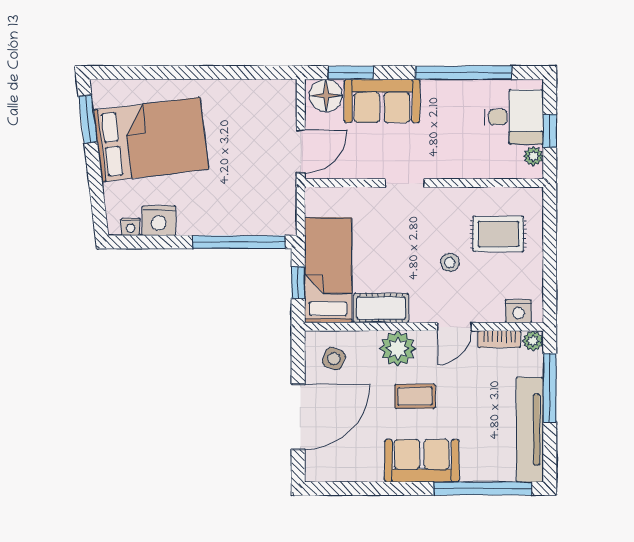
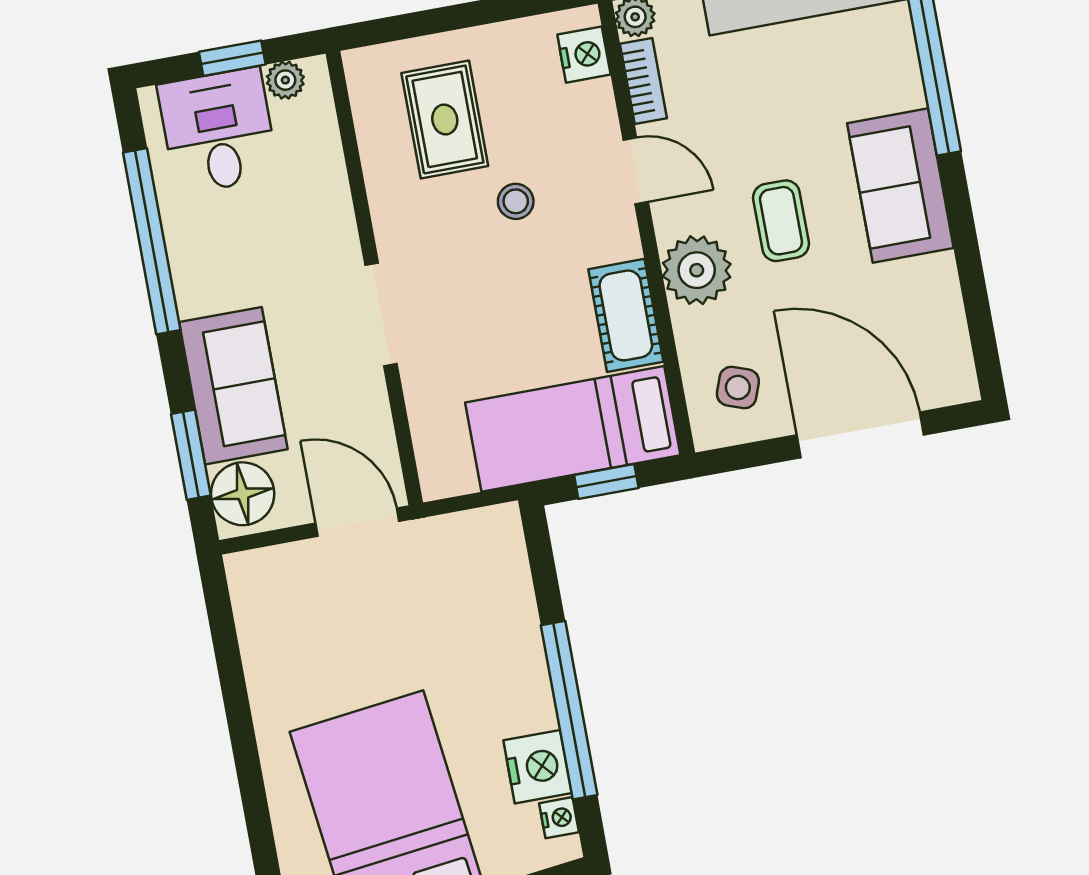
doorway: (405, 183) -> (381, 314), width x1.38
window: (239, 242) -> (569, 710), moved

